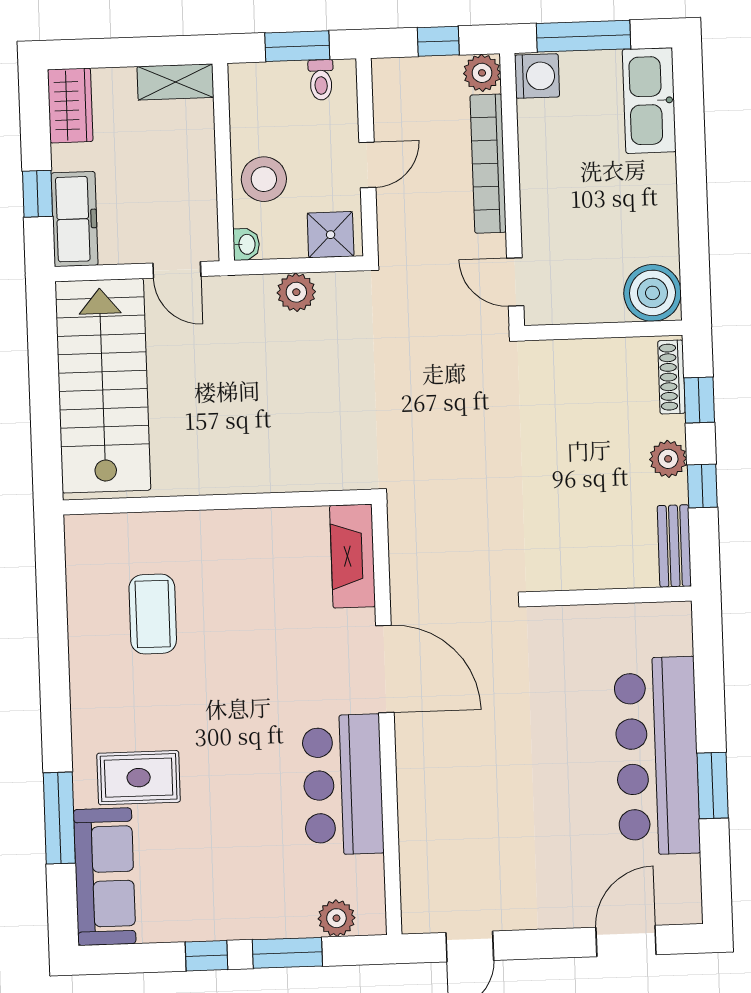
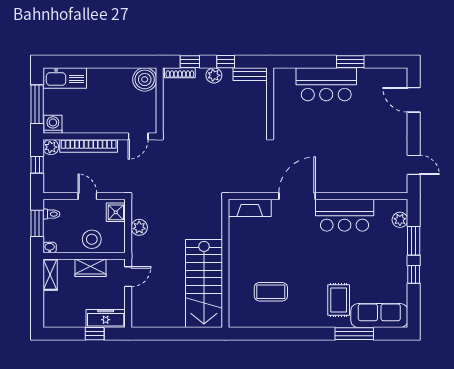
wardrobe: (70, 105) -> (91, 268), moved, turned 180
washbasin: (246, 244) -> (50, 248), moved
stairs: (103, 386) -> (204, 283), moved, turned -90
bar counter: (657, 756) -> (326, 84), width x0.73

